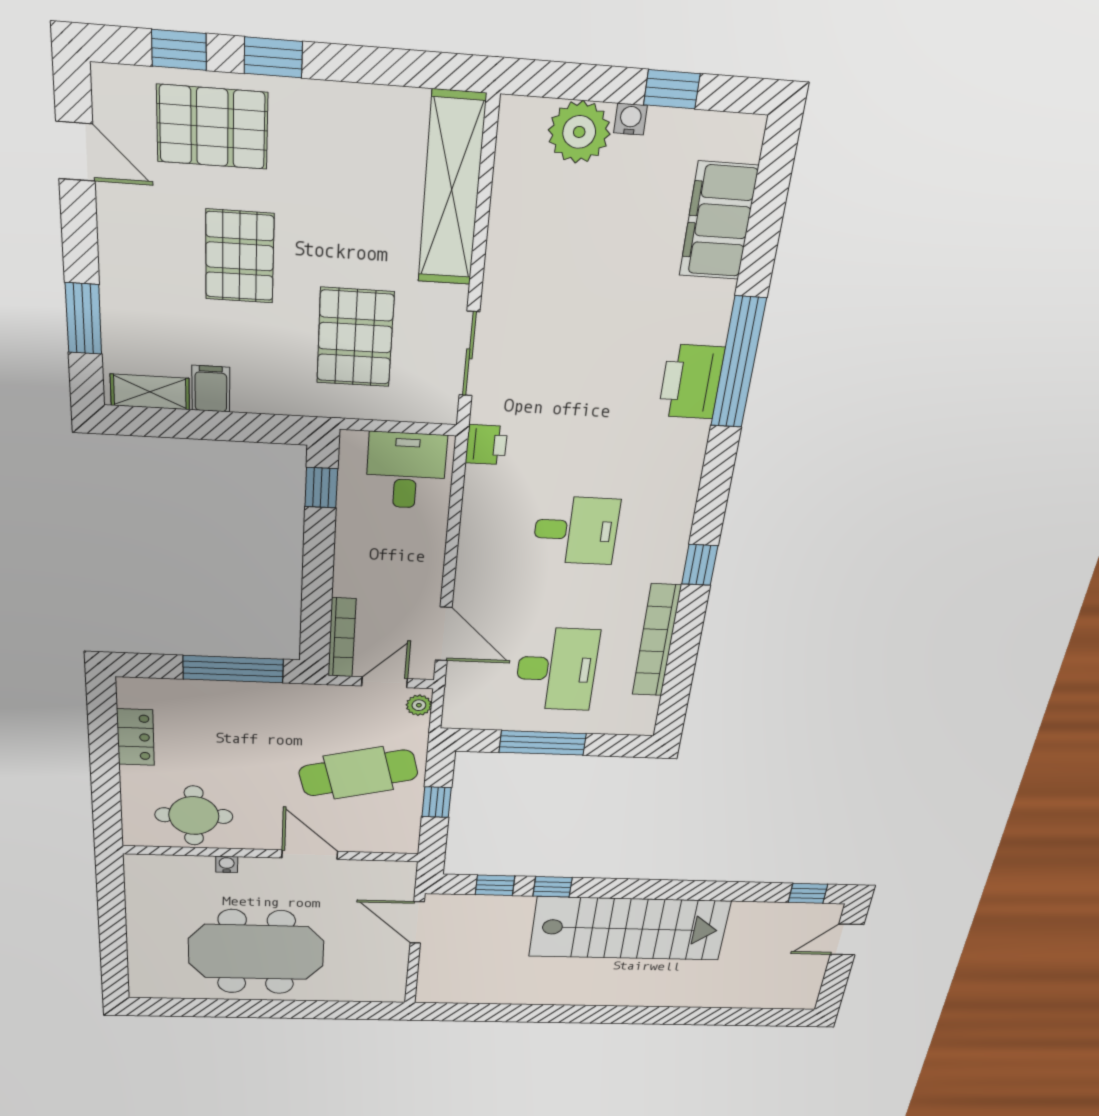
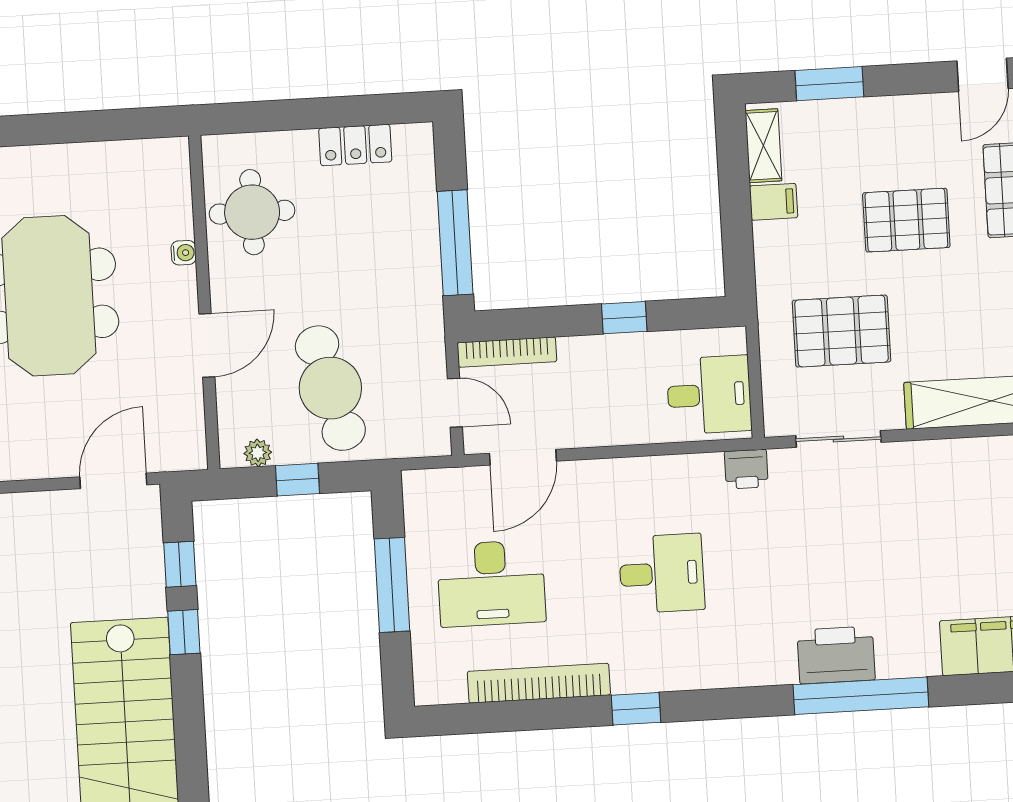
window: (321, 488) -> (624, 318), moved
desk: (576, 530) -> (662, 574), turned -90
plant: (419, 705) -> (258, 453), moved

